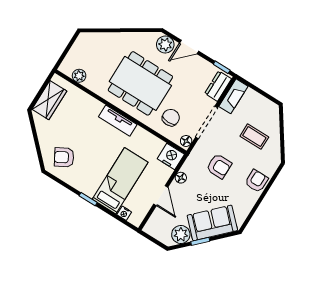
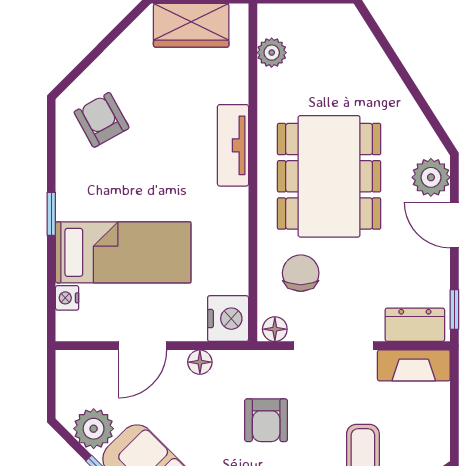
chair: (171, 118) -> (301, 273), turned -90
tv unit: (118, 121) -> (233, 145), moved

